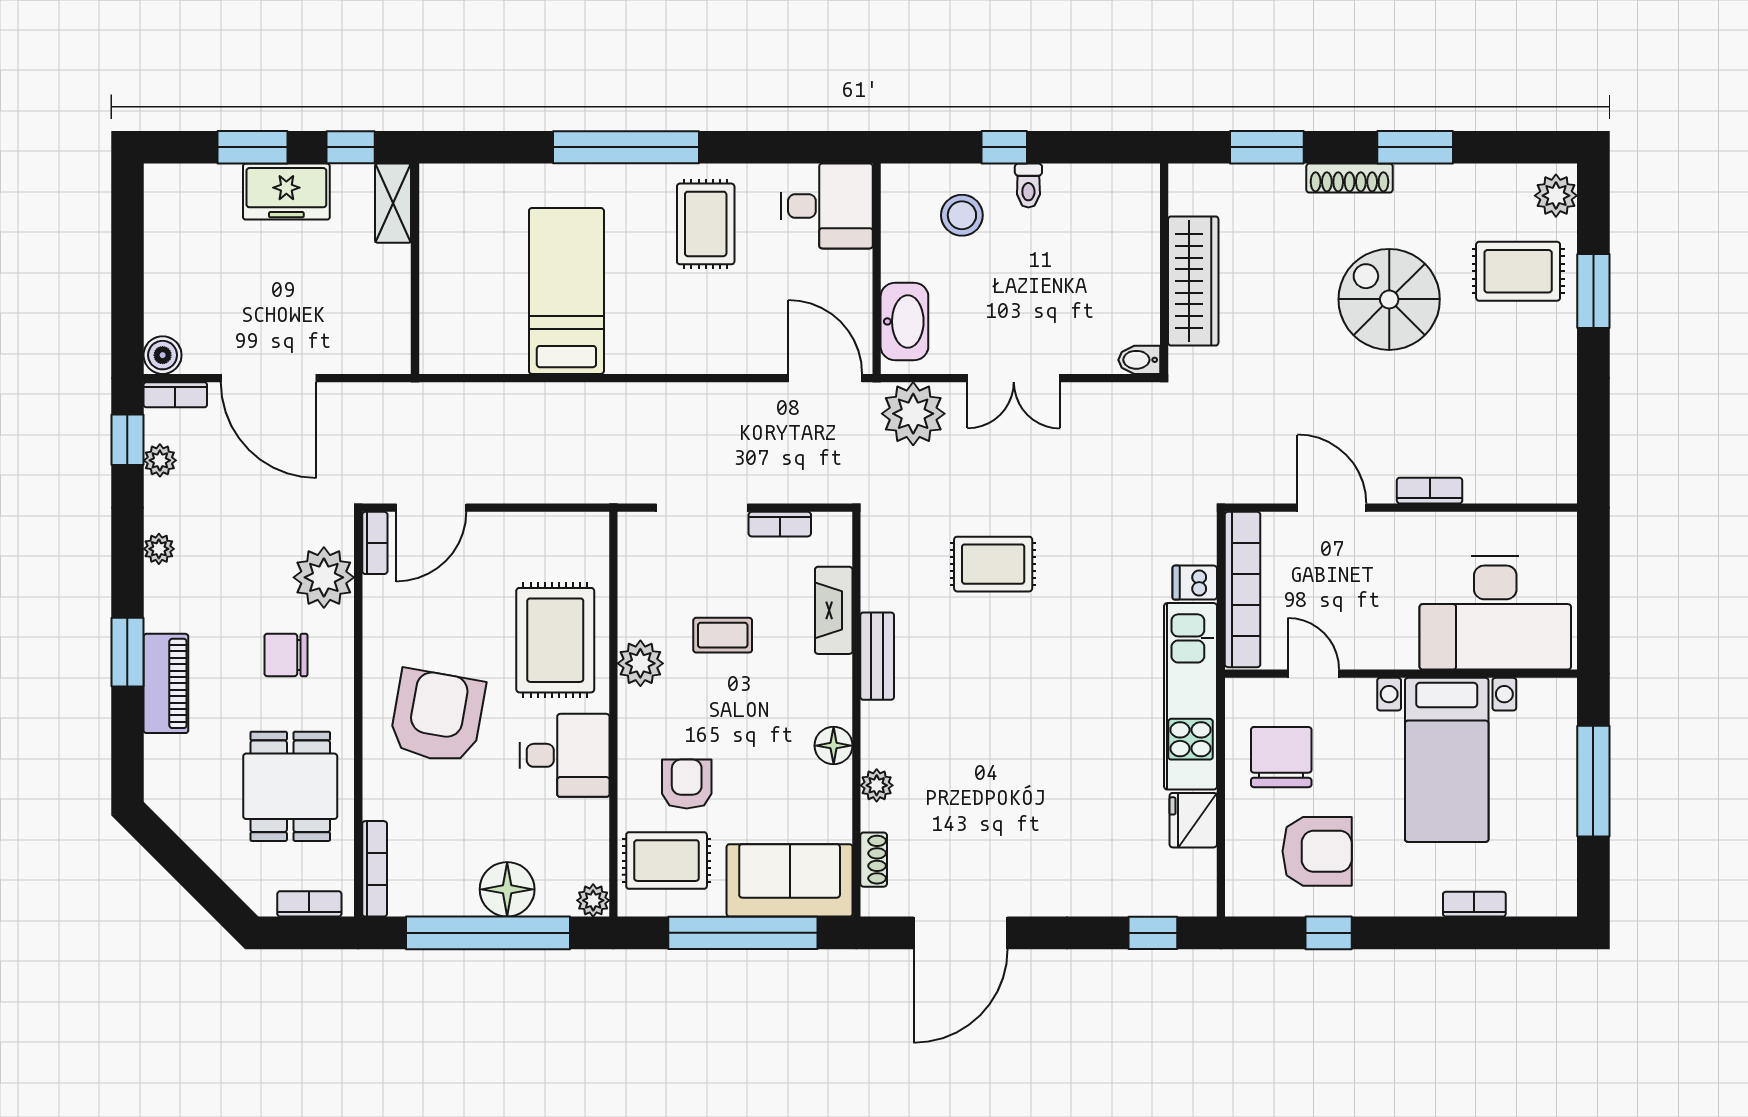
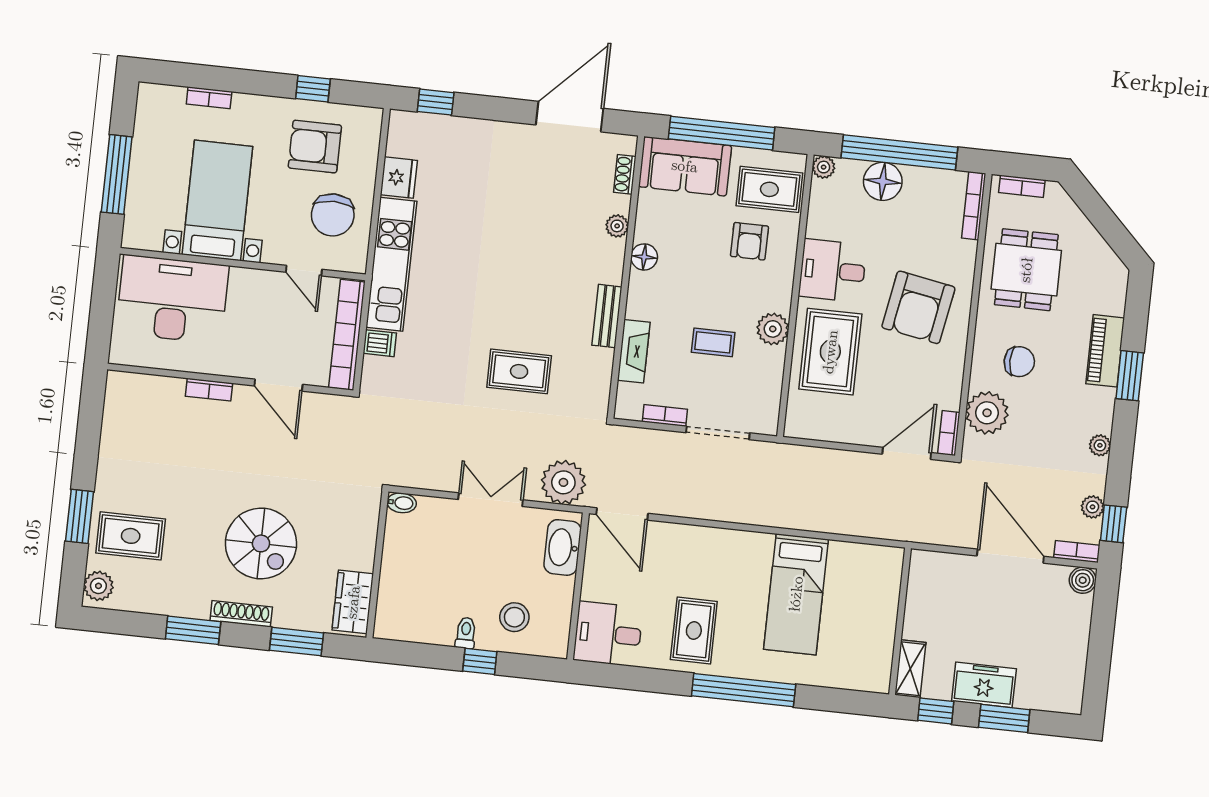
wardrobe: (1193, 281) -> (353, 602), moved, width x0.67
spiral stairs: (1389, 299) -> (261, 543), moved

